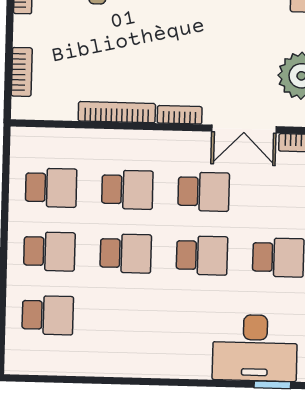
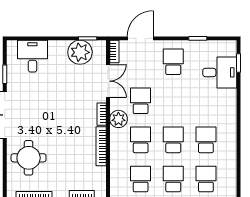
plant: (169, 148) -> (118, 119), added
school desk: (202, 255) -> (206, 140), moved
desk: (255, 348) -> (220, 72), width x0.73

